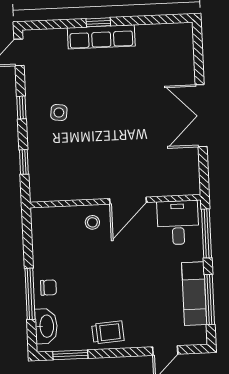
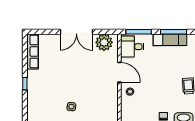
row of seats: (101, 37) -> (33, 52), moved
plant: (184, 169) -> (104, 42), added

